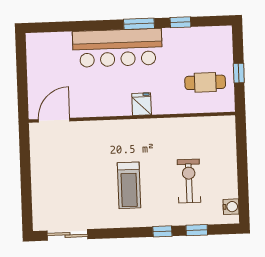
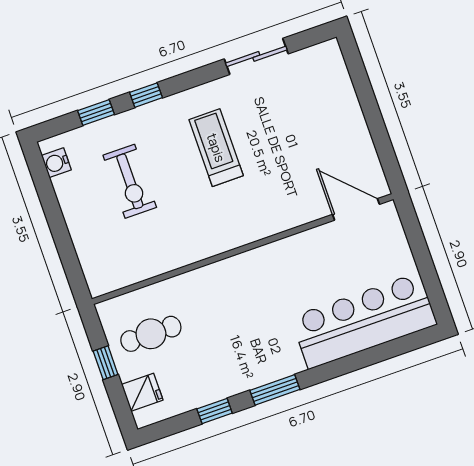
bar counter: (117, 48) -> (364, 321), moved
fridge: (142, 104) -> (142, 392), moved, turned -90
door: (54, 120) -> (356, 209), swing flipped
sliding door: (67, 235) -> (256, 56), moved

